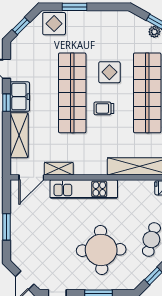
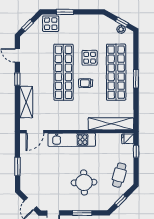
freezer: (20, 97) -> (27, 75), removed
shelving: (59, 169) -> (54, 126), removed
round table: (101, 250) -> (84, 182), width x0.73, depth x0.73

